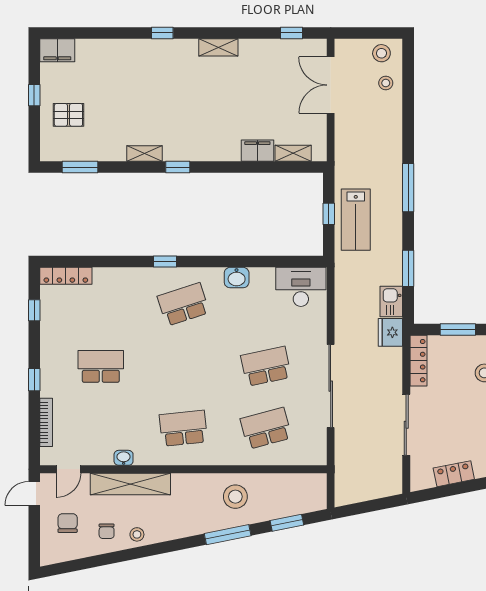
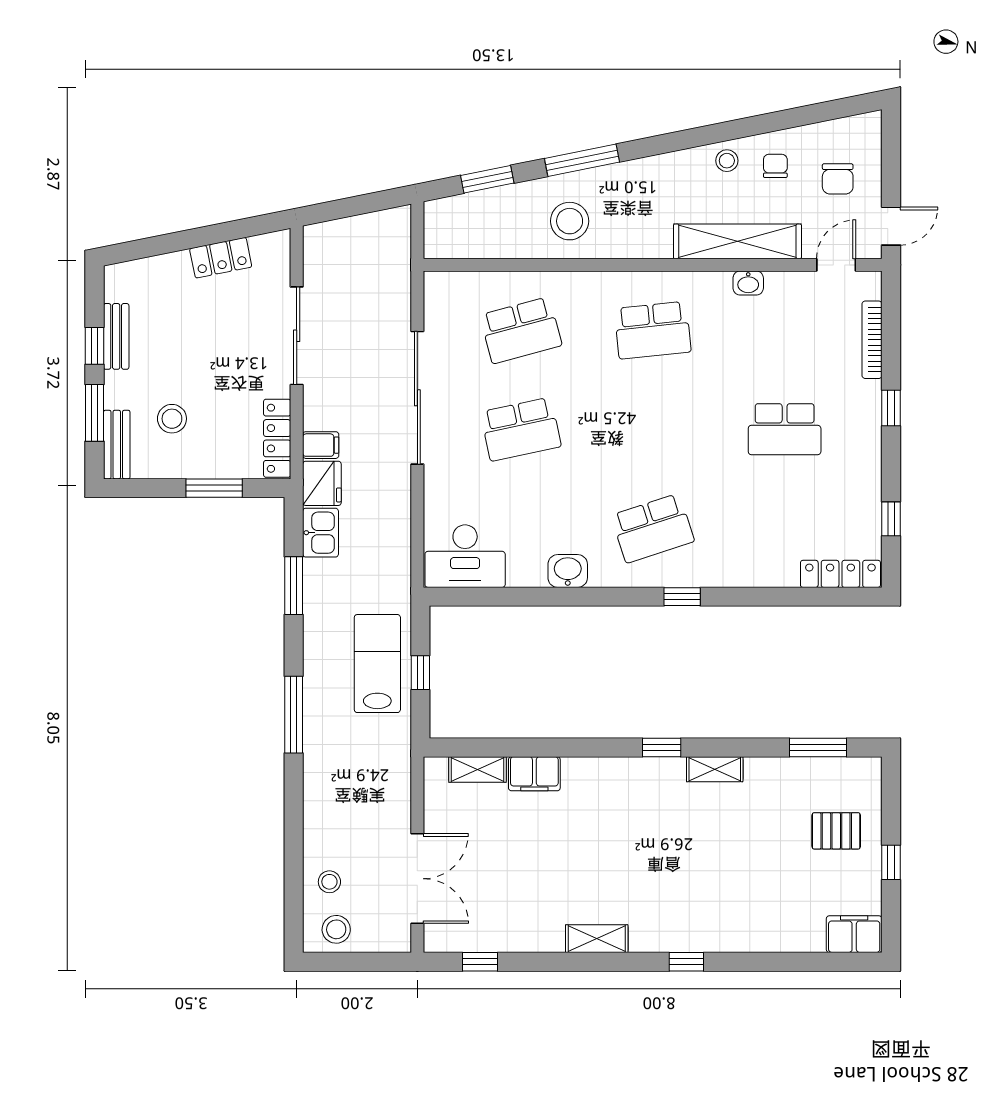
filing cabinet: (391, 356) -> (321, 445), added

